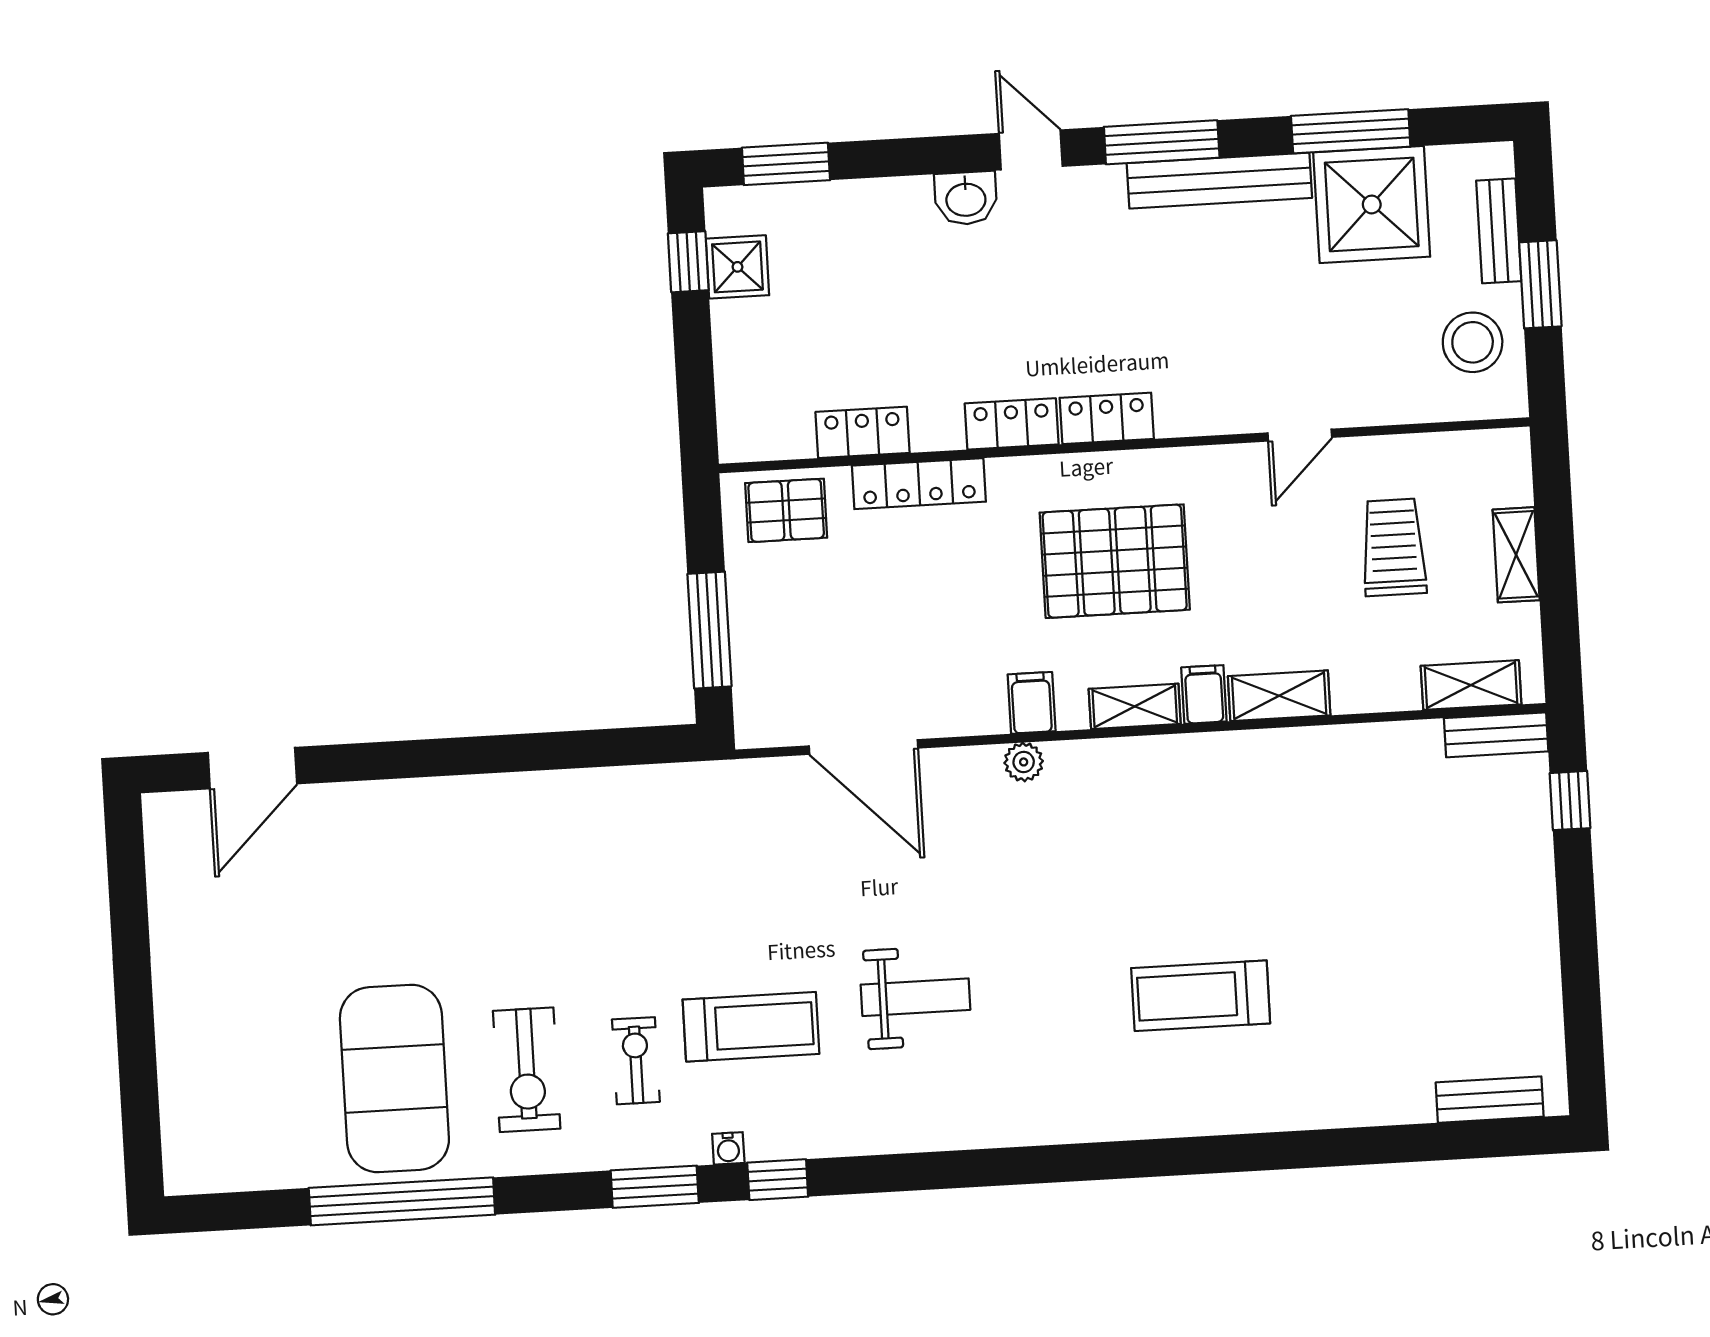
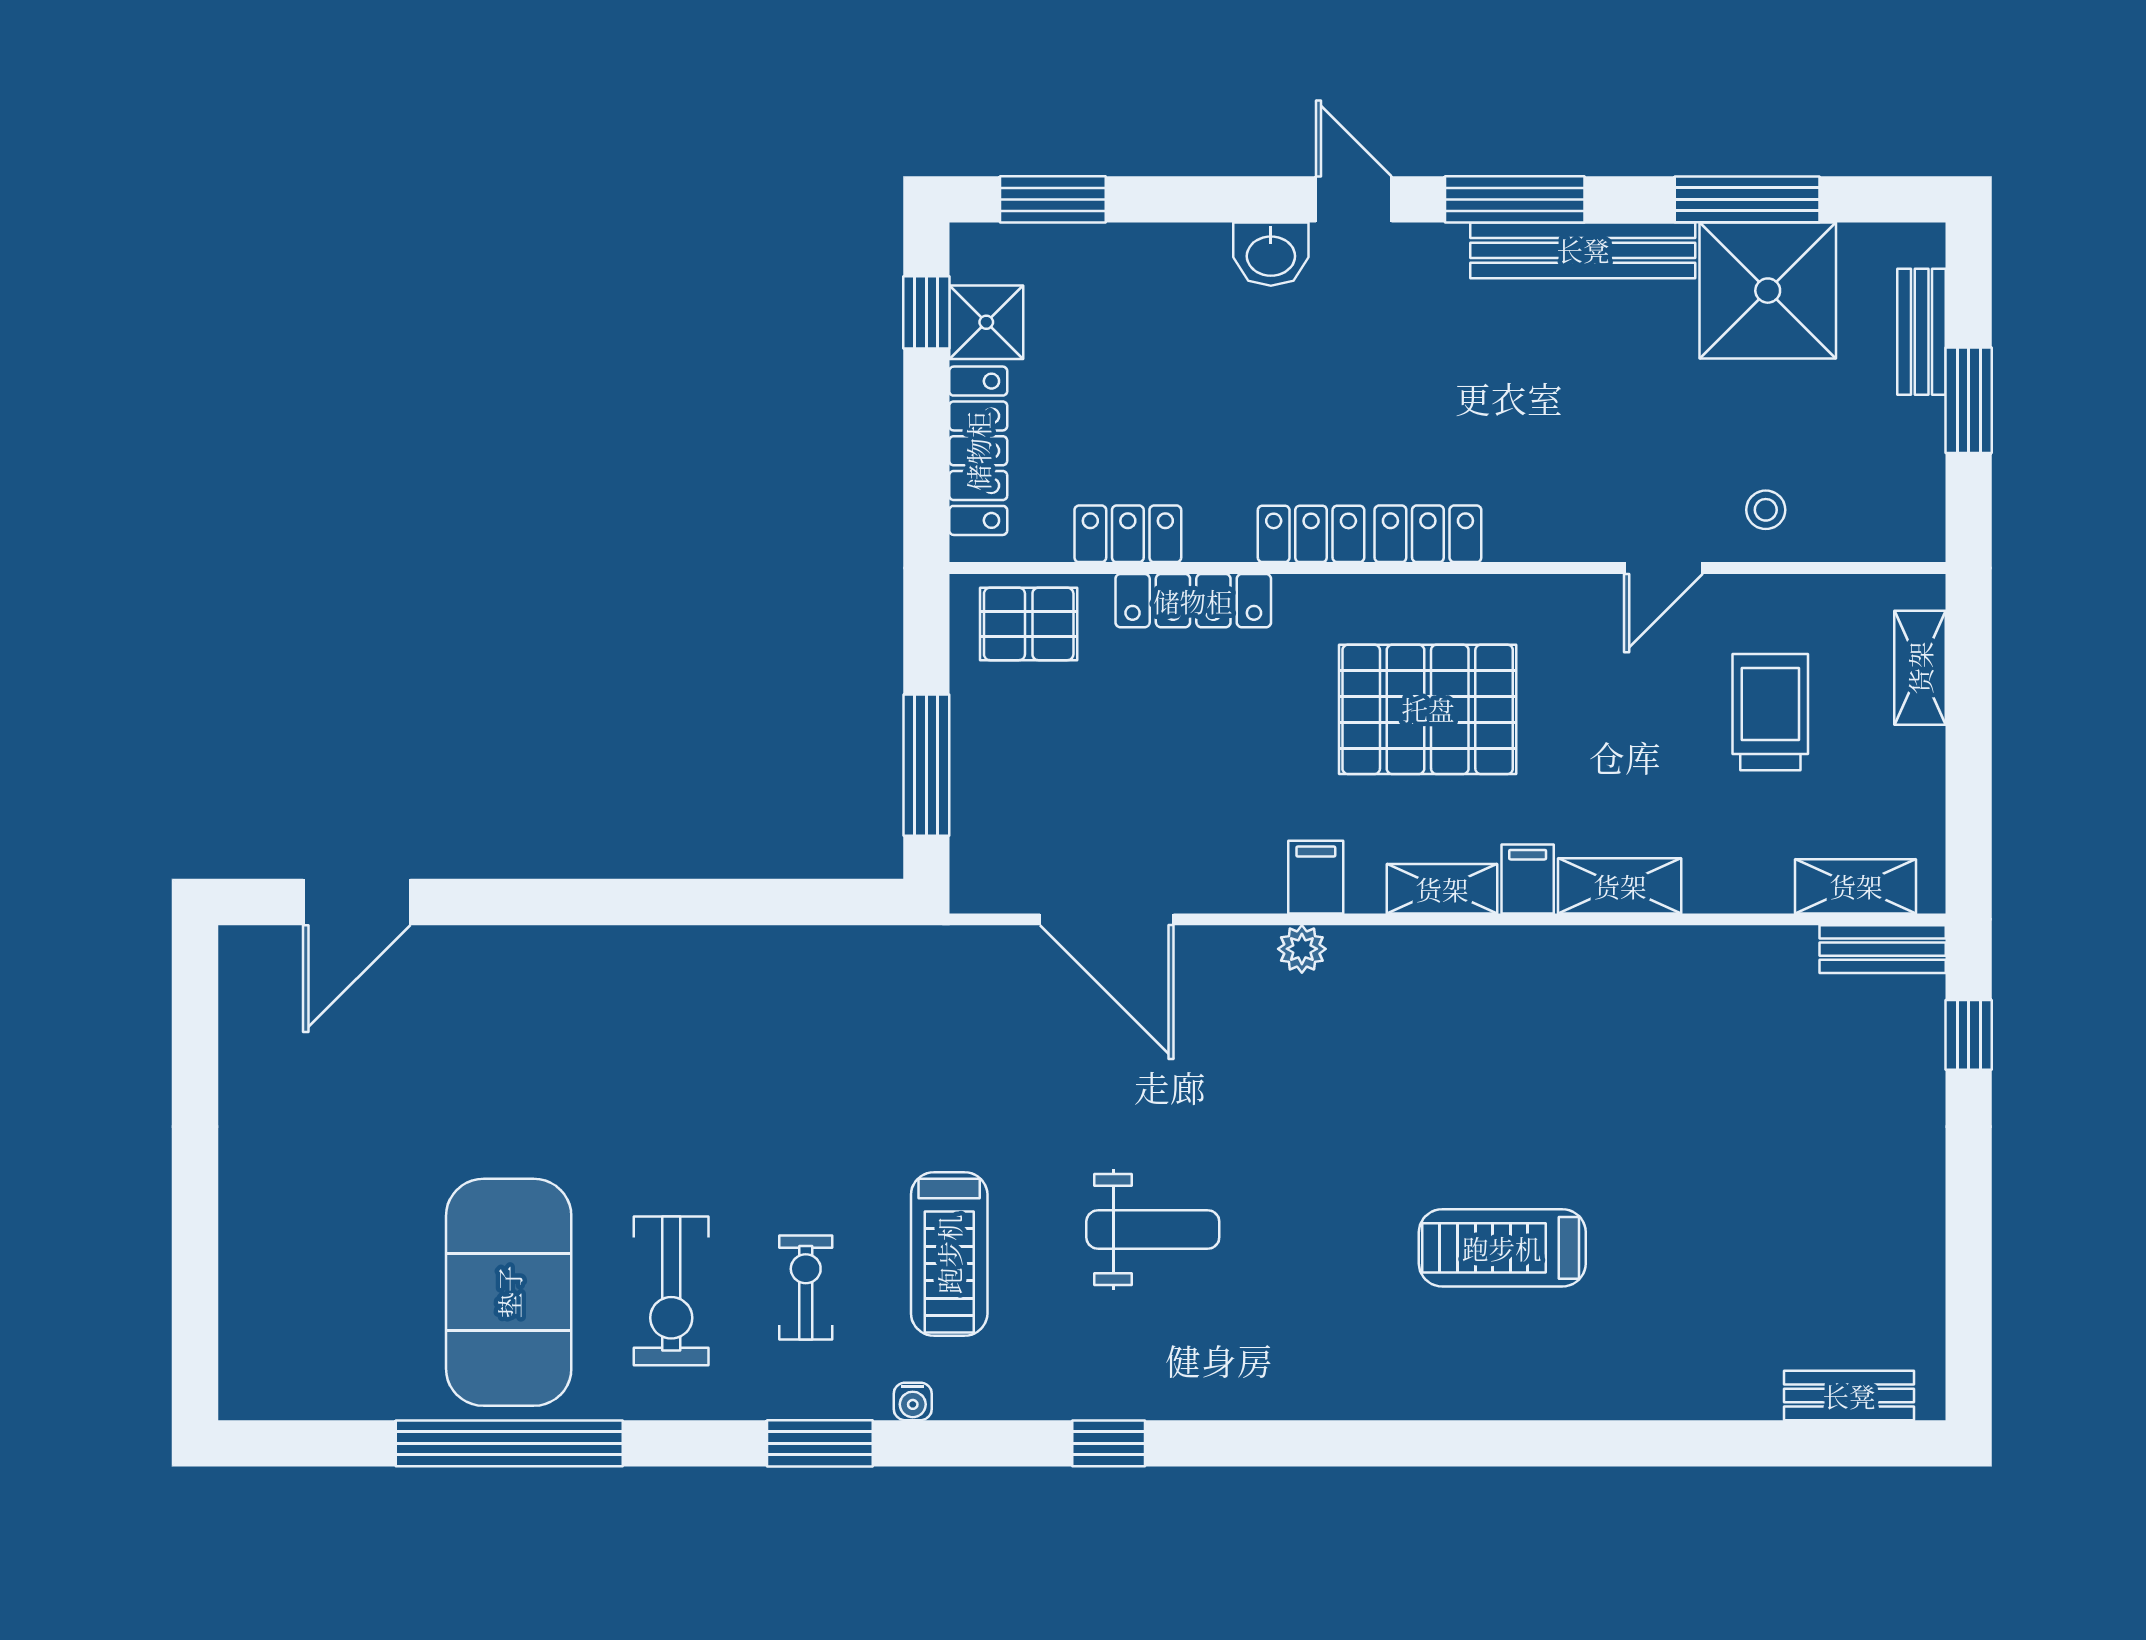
stool: (1473, 342) -> (1766, 510), moved, width x0.53, depth x0.53
locker: (737, 372) -> (978, 451), added
shelving: (1516, 555) -> (1920, 668), moved
treadmill: (751, 1027) -> (949, 1254), turned 90
window: (778, 1180) -> (1109, 1443), moved

